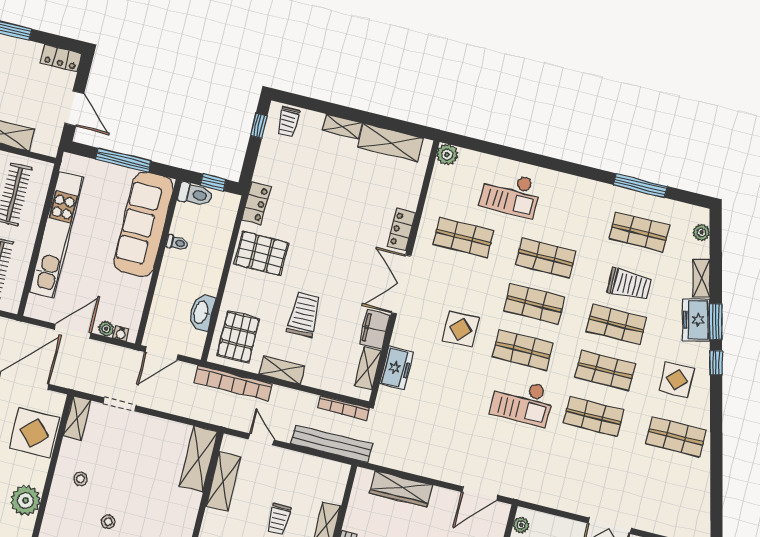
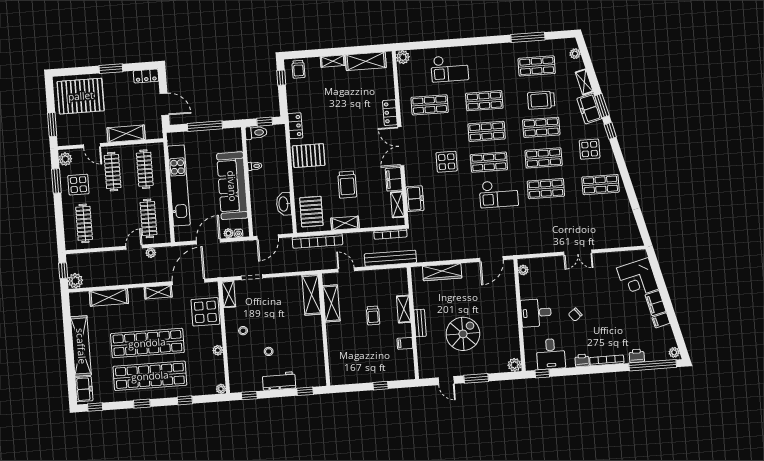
sofa: (144, 224) -> (232, 186), moved
trolley: (629, 284) -> (541, 100), turned 180
trolley: (304, 315) -> (347, 185), turned 180
plant: (25, 501) -> (218, 350), width x0.53, depth x0.53

